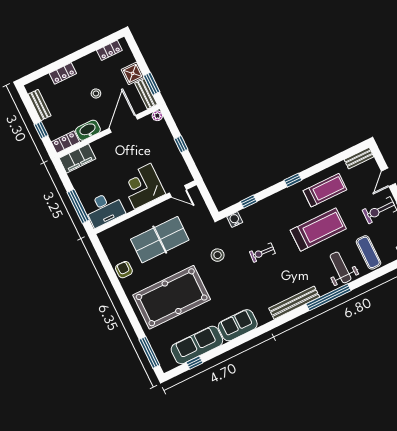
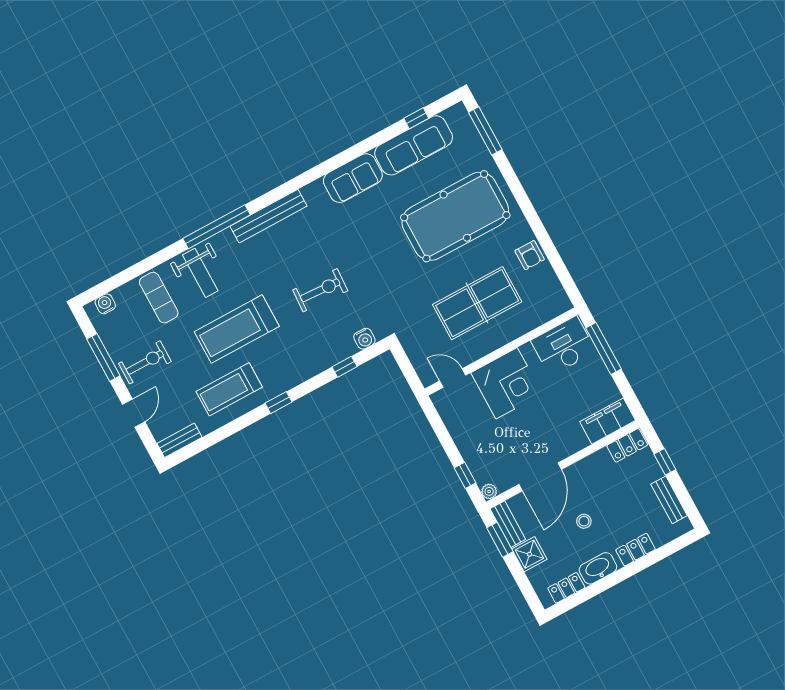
washbasin: (88, 130) -> (598, 568), moved, turned 180
window: (181, 144) -> (465, 475), moved
exercise bike: (262, 253) -> (320, 290), width x1.38, depth x1.39
stool: (218, 255) -> (388, 284), removed

